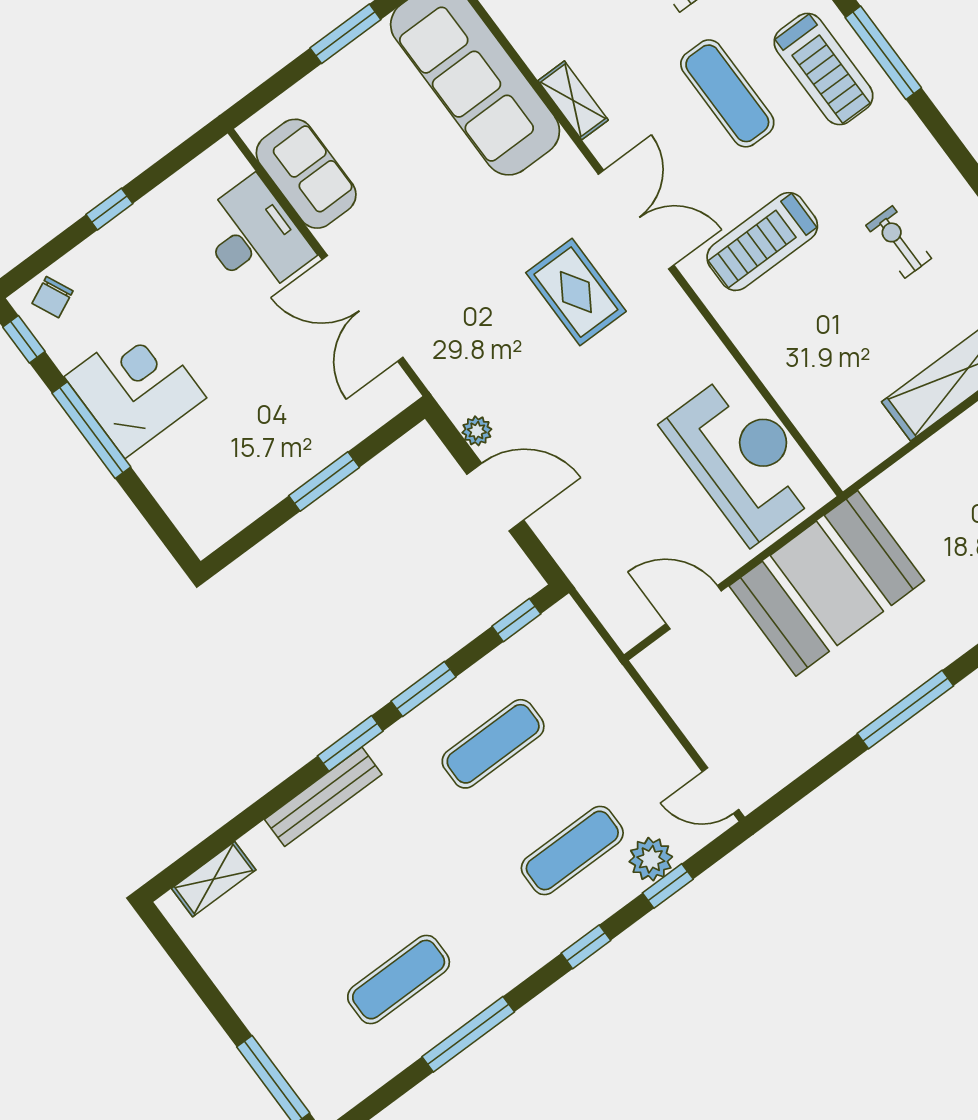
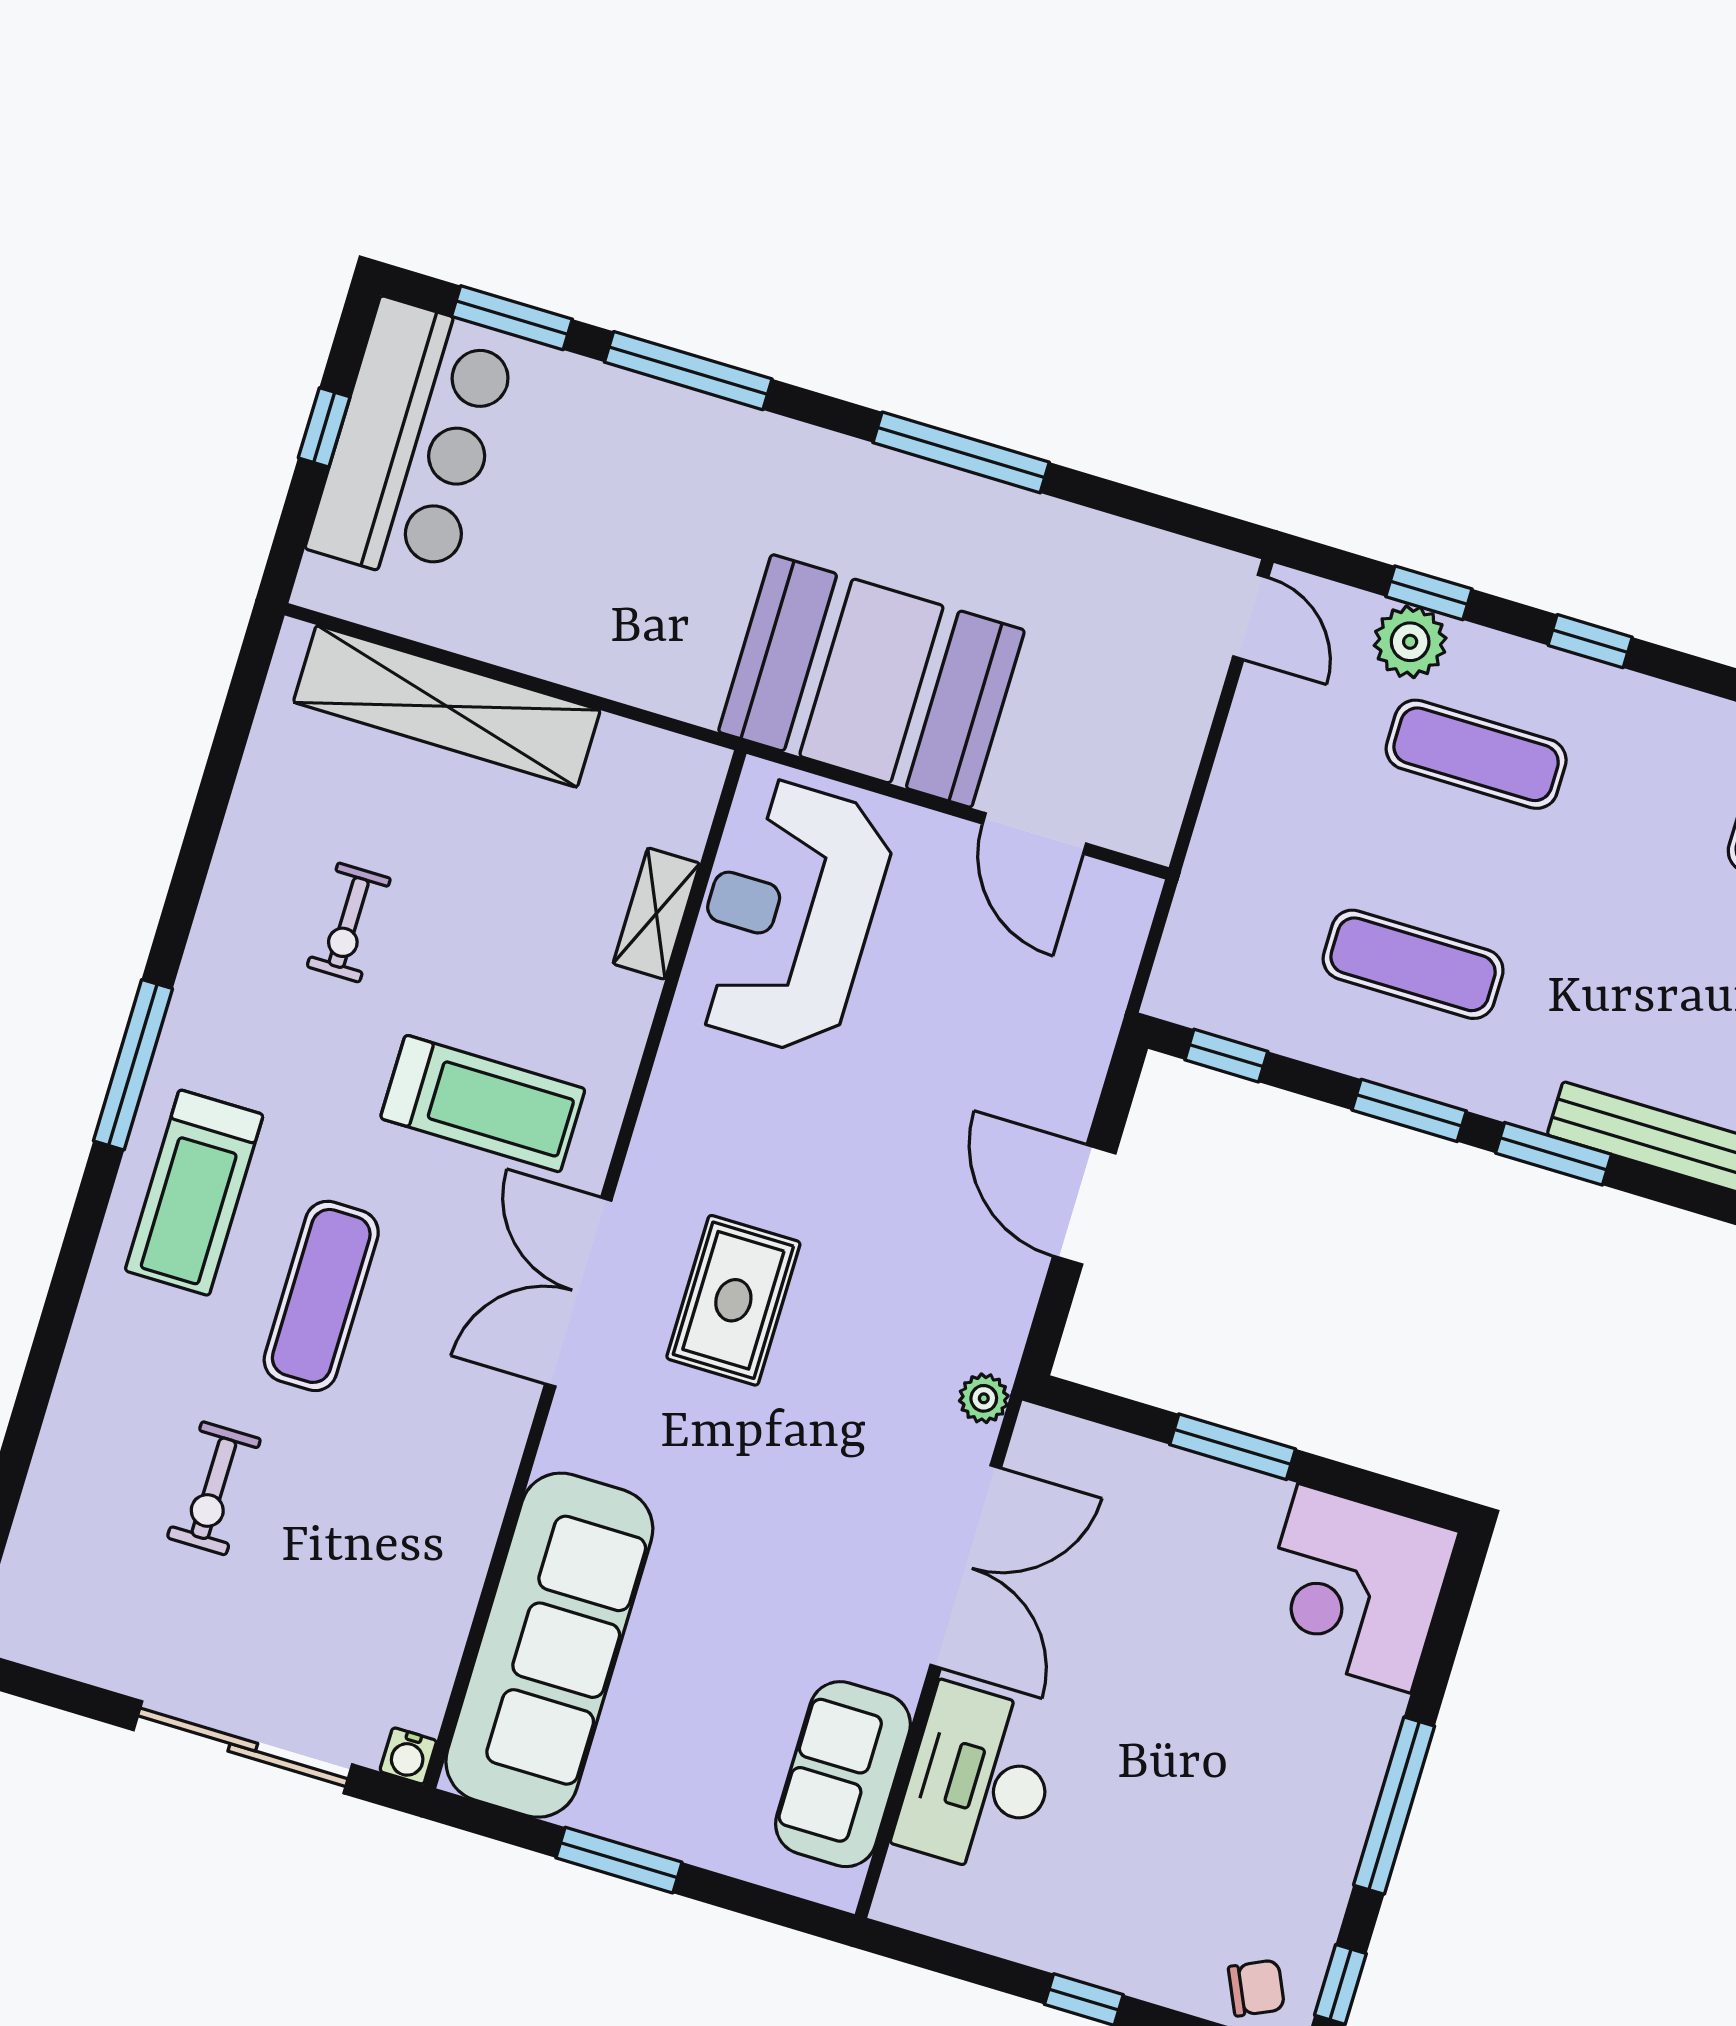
window: (883, 53) -> (133, 1065), moved
treadmill: (823, 69) -> (194, 1193), turned 180
shelving: (573, 100) -> (656, 914), moved
corner desk: (135, 387) -> (1354, 1588), moved
plant: (477, 431) -> (984, 1398), moved

